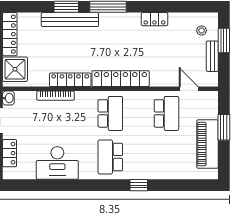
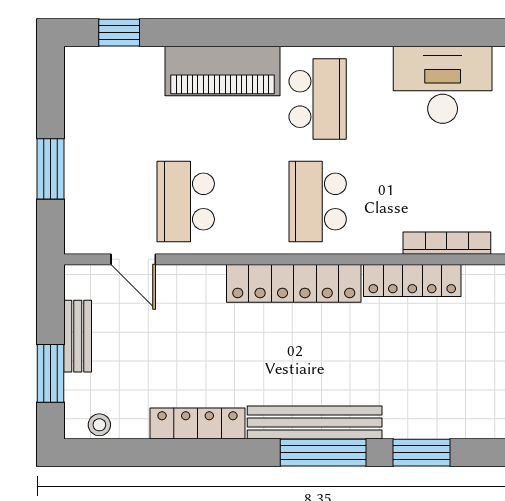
locker: (154, 19) -> (197, 424), width x1.53
bench: (70, 20) -> (315, 422), moved
stool: (202, 30) -> (99, 425), moved
piano: (208, 144) -> (222, 71), moved, turned 90
window: (139, 185) -> (119, 33), moved

